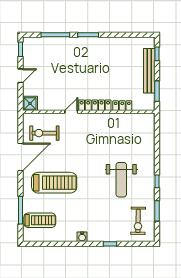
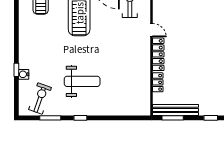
bench: (149, 71) -> (176, 110), moved
weight bench: (121, 180) -> (82, 81), turned 180
exercise bike: (138, 221) -> (40, 99), turned 108
water cooler: (82, 237) -> (24, 74), moved

